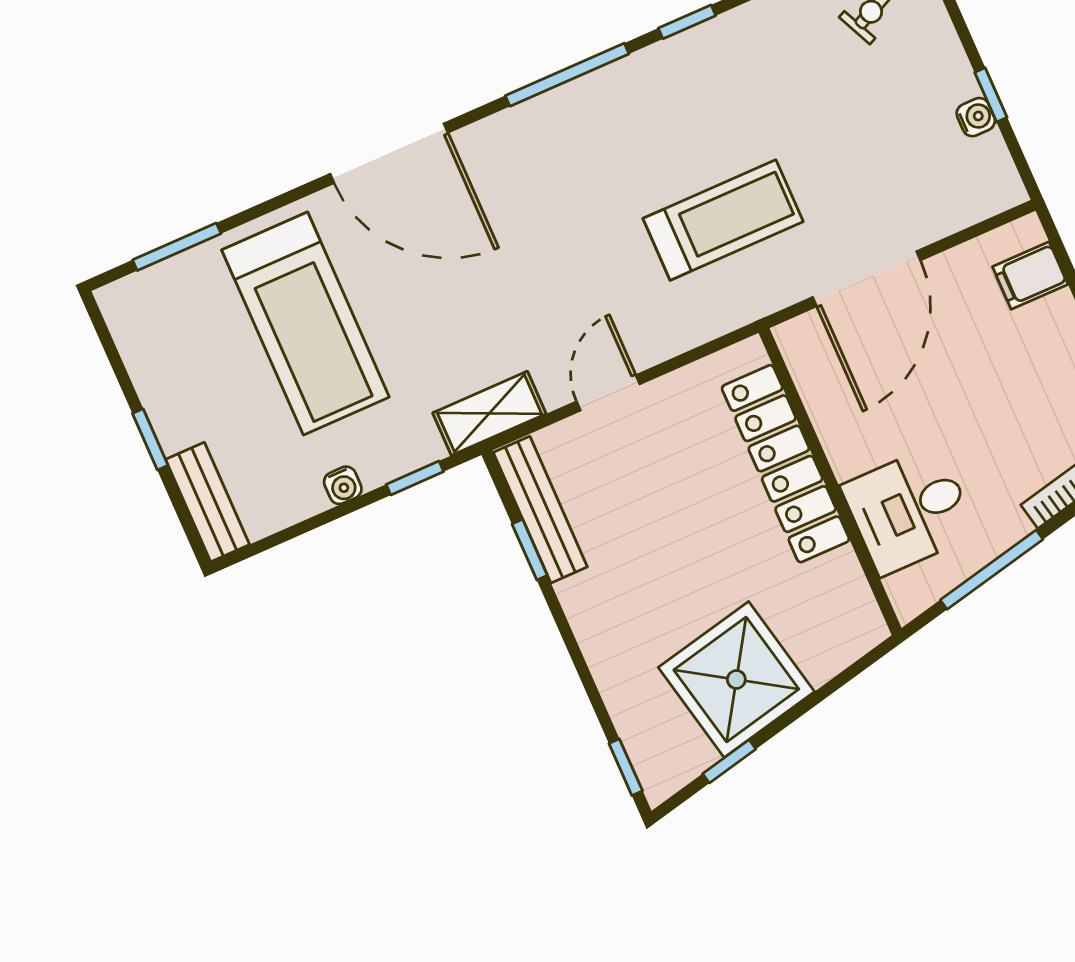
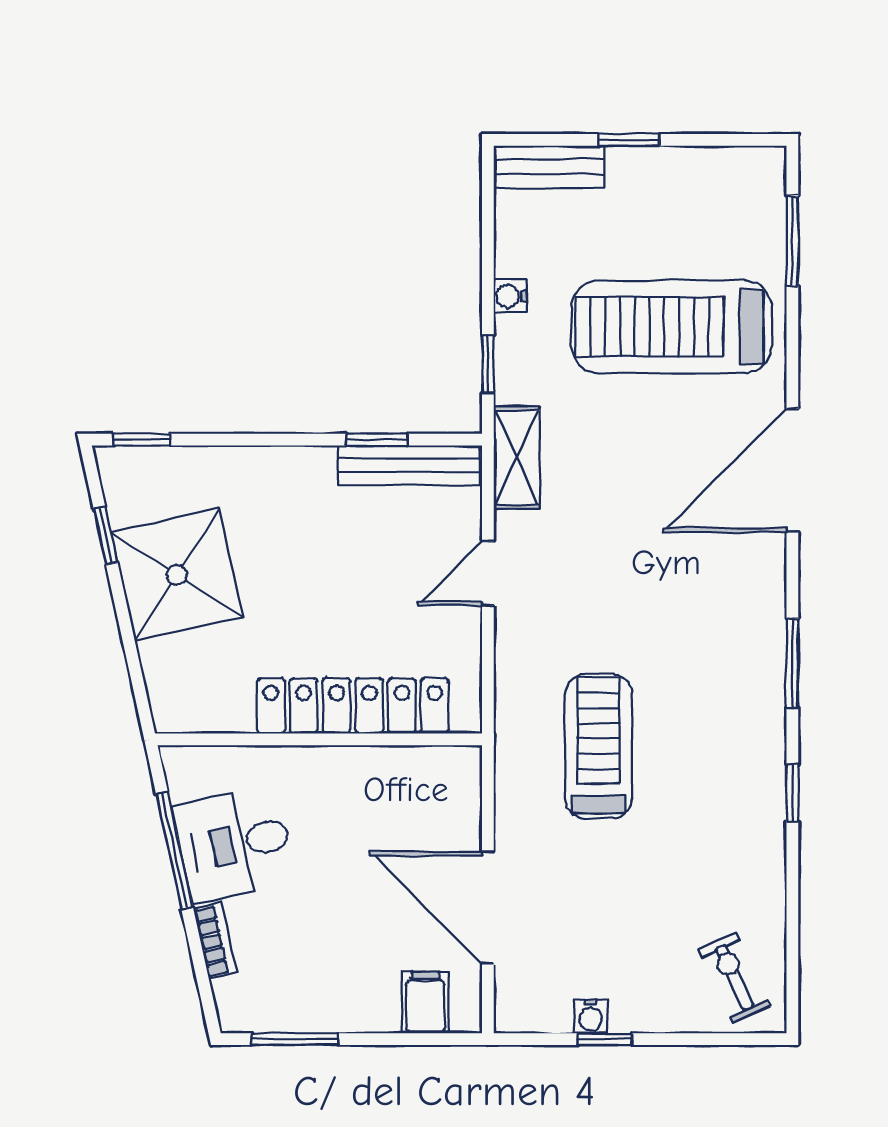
window: (567, 75) -> (792, 663), width x0.69
treadmill: (723, 220) -> (598, 746), turned 180
door: (867, 279) -> (488, 908), moved
door: (608, 393) -> (488, 573), swing flipped
desk: (909, 510) -> (234, 844), moved, turned -102

